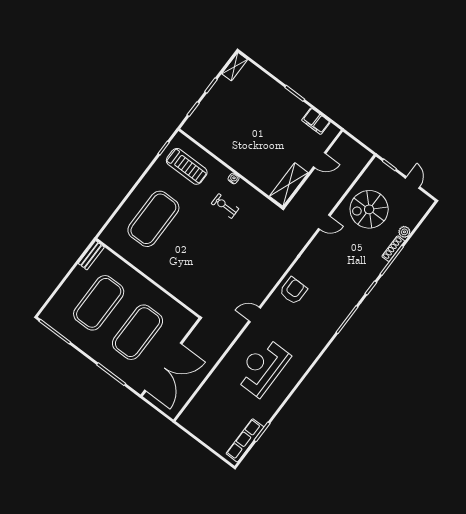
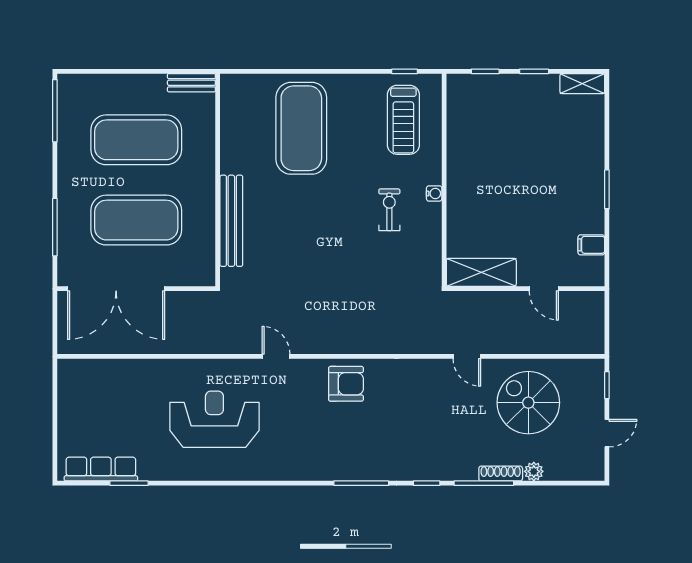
filing cabinet: (316, 121) -> (591, 245), width x0.50
exercise mat: (153, 219) -> (301, 128), turned 90
bench: (173, 286) -> (231, 221), added

